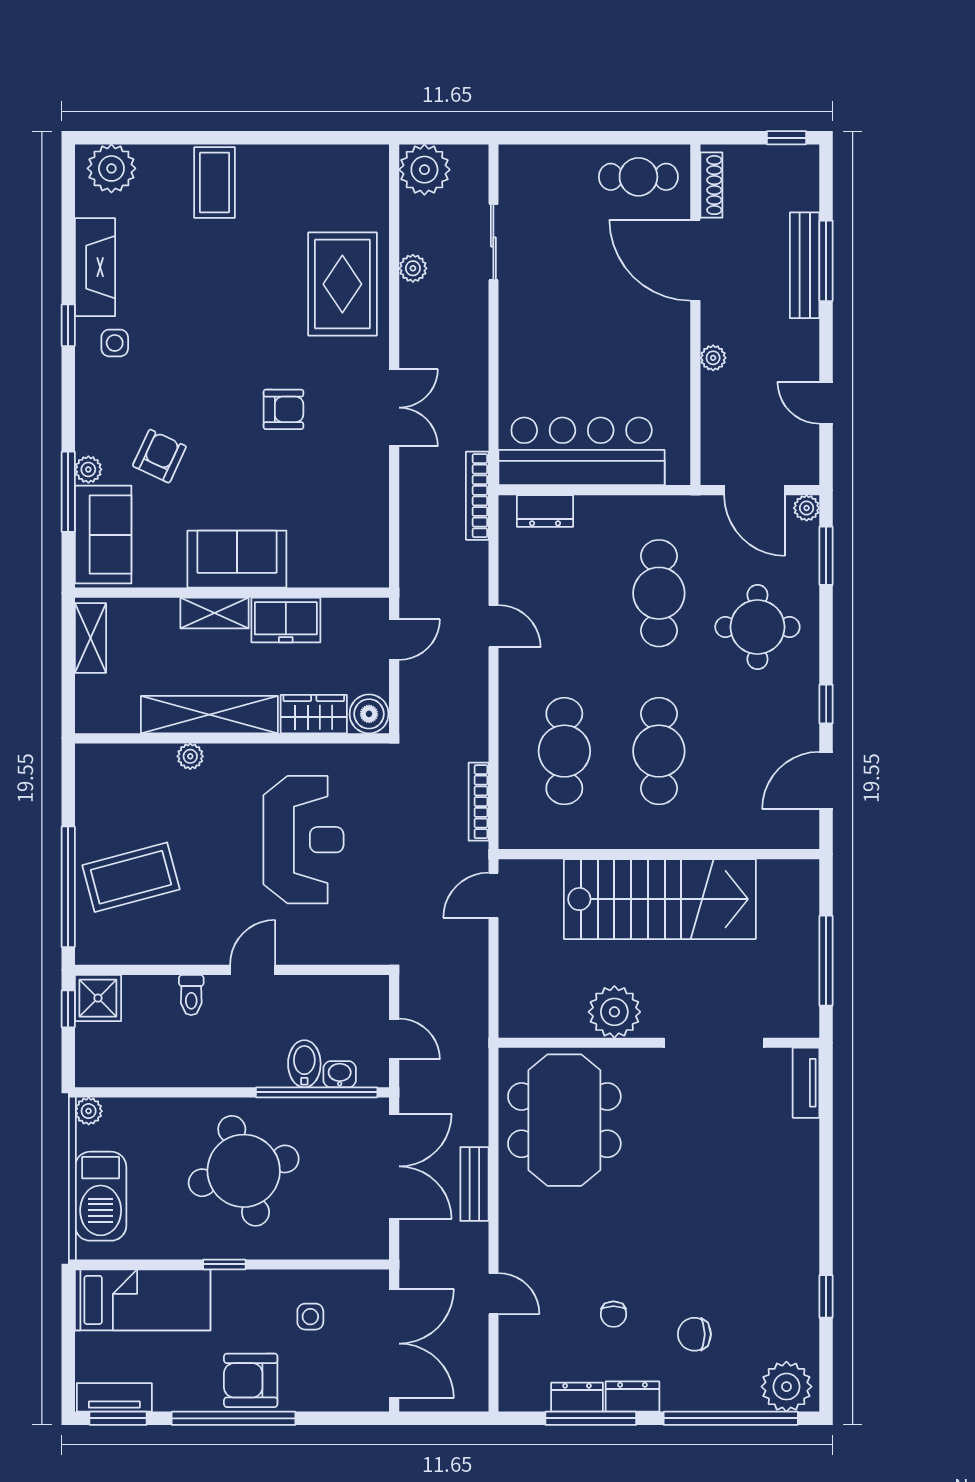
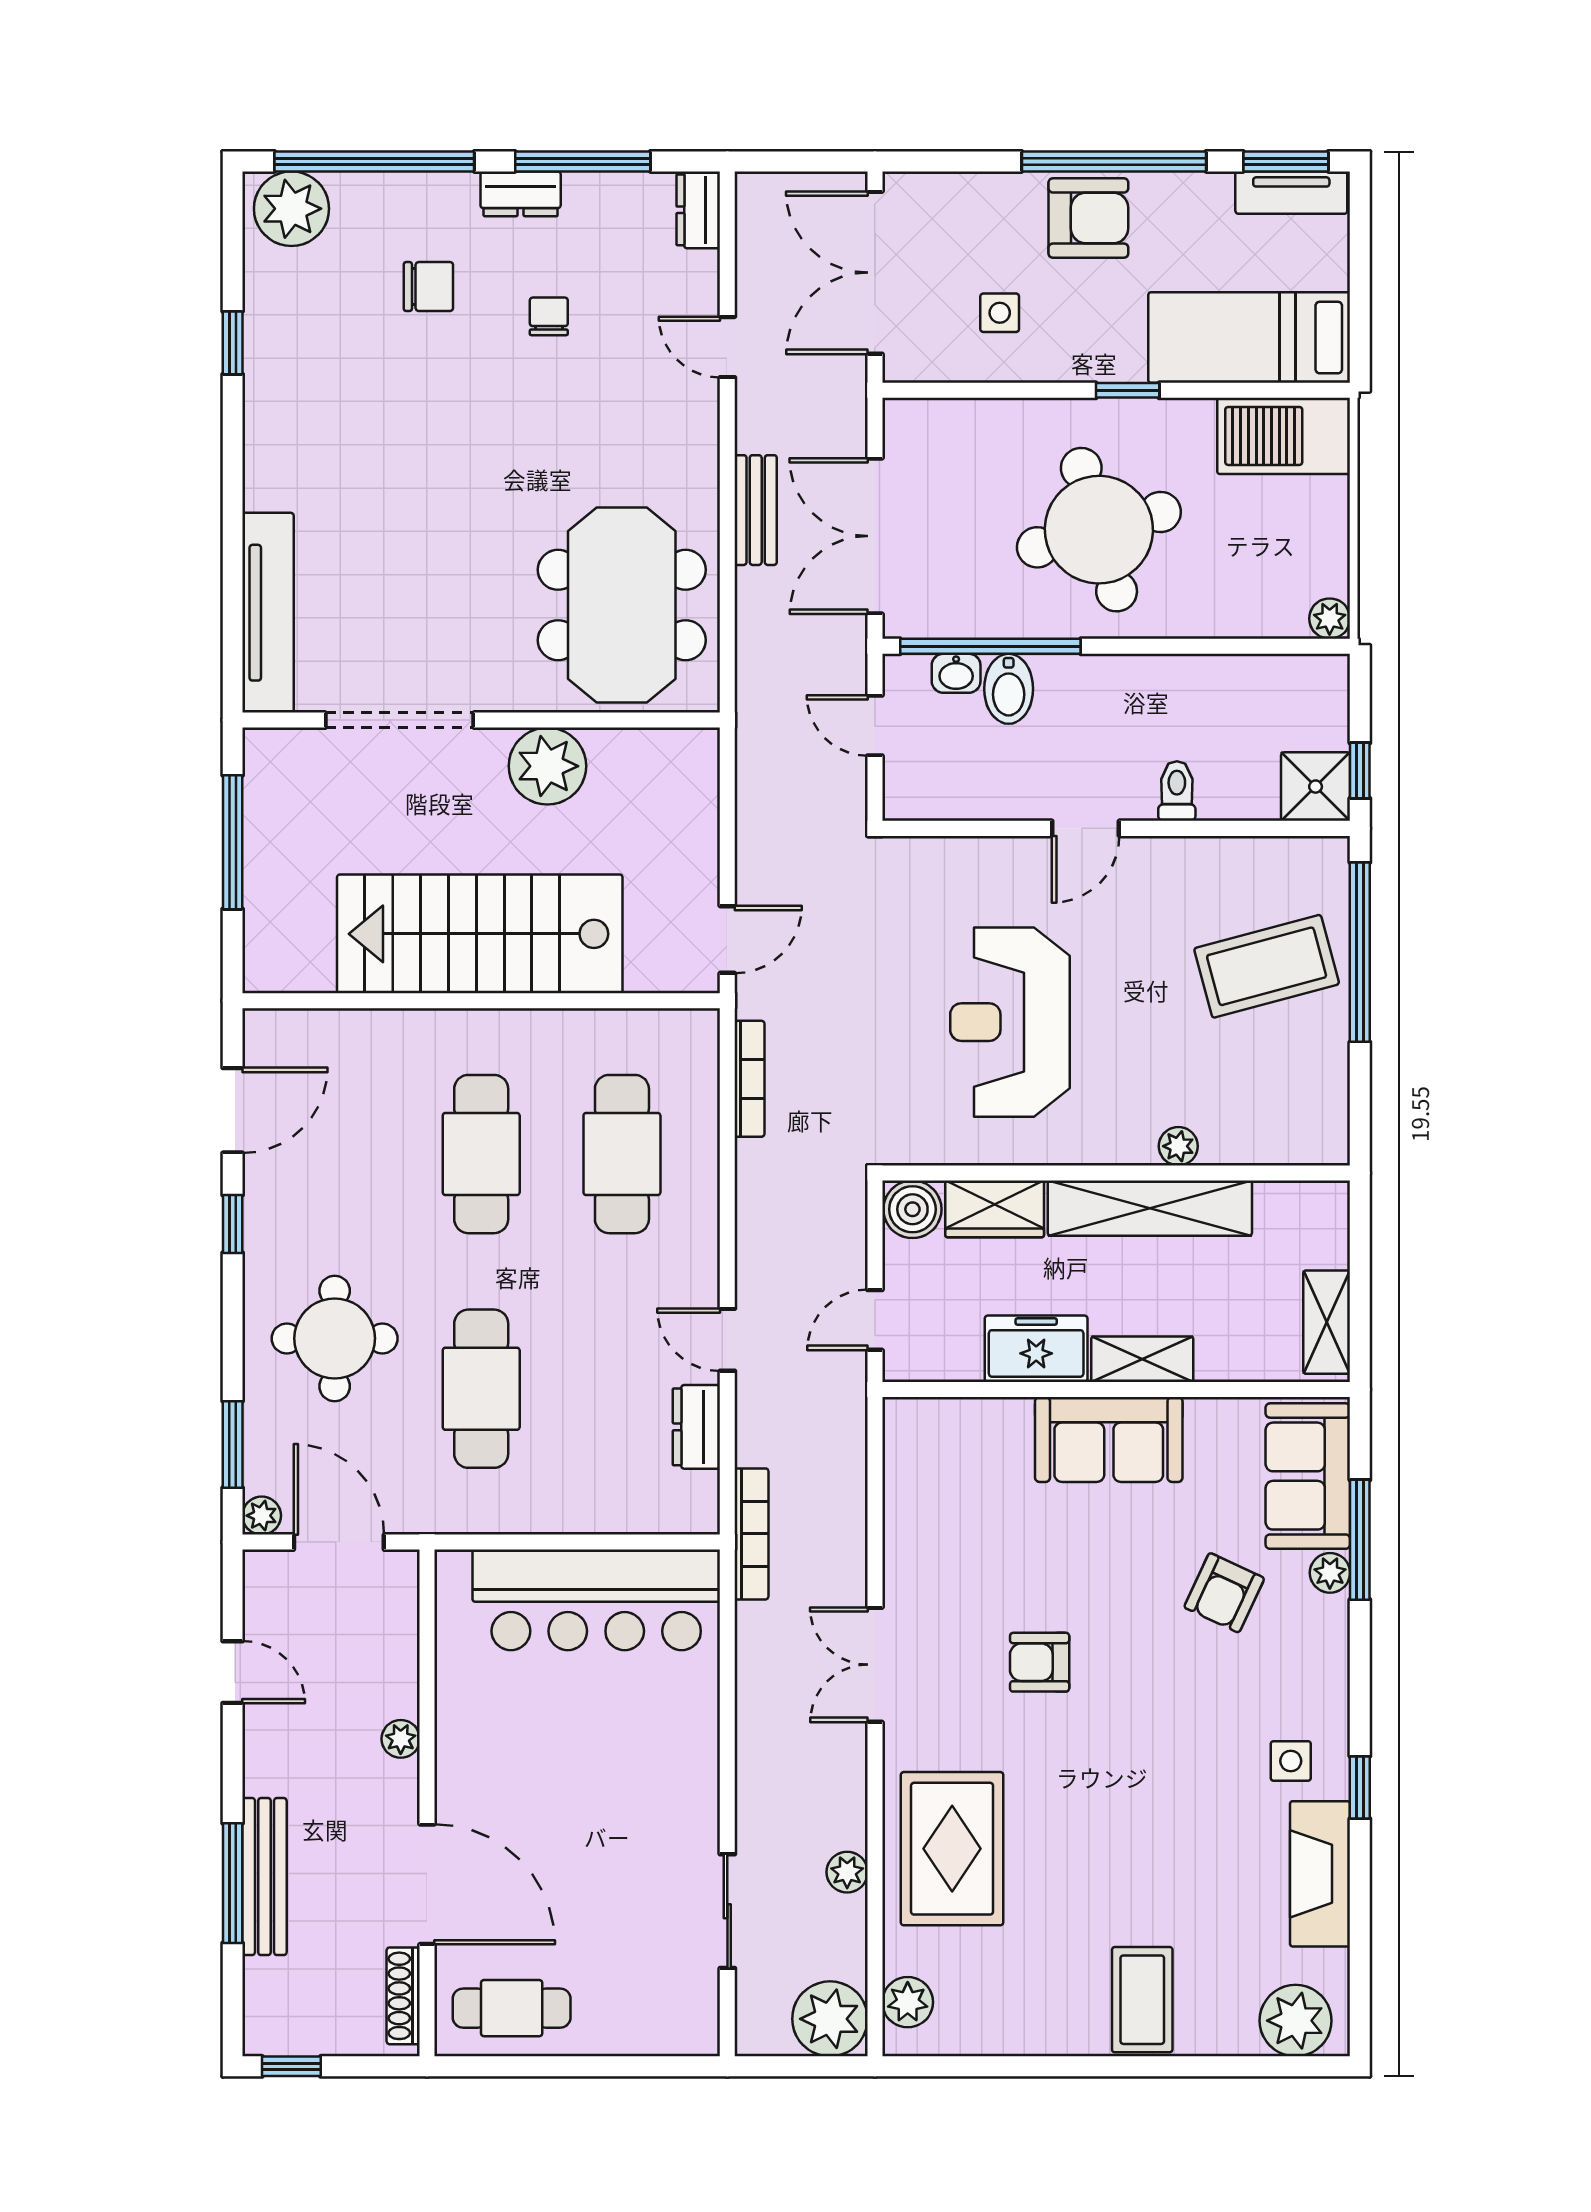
plant: (372, 181) -> (908, 2002), added
dresser: (545, 511) -> (696, 1427), moved, turned -90
tv unit: (806, 1083) -> (268, 613), width x1.92, depth x1.29
barbecue: (101, 1196) -> (1284, 436), moved, turned -90
dresser: (577, 1397) -> (698, 210), moved, turned 90

